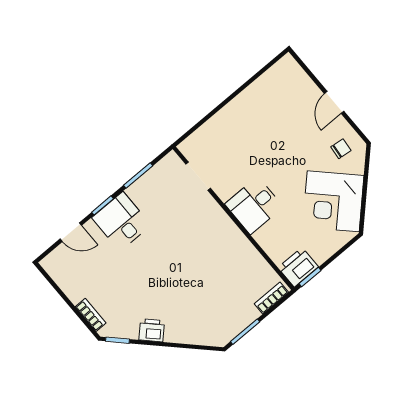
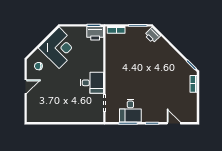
desk: (254, 205) -> (92, 83), moved
desk: (121, 221) -> (130, 111), moved
printer: (152, 330) -> (152, 35), moved

